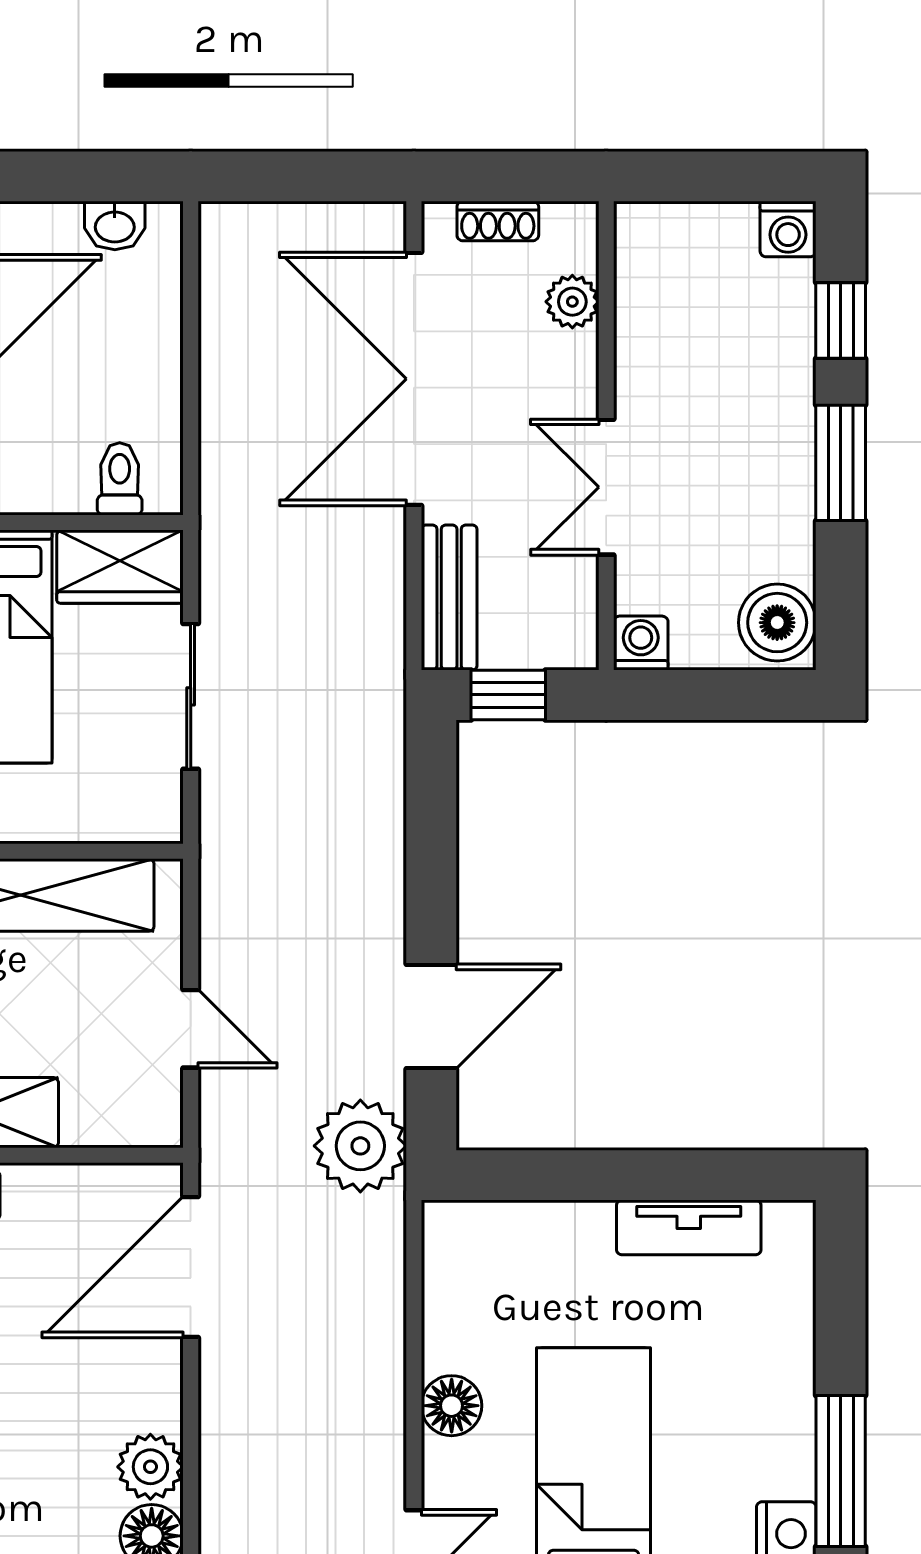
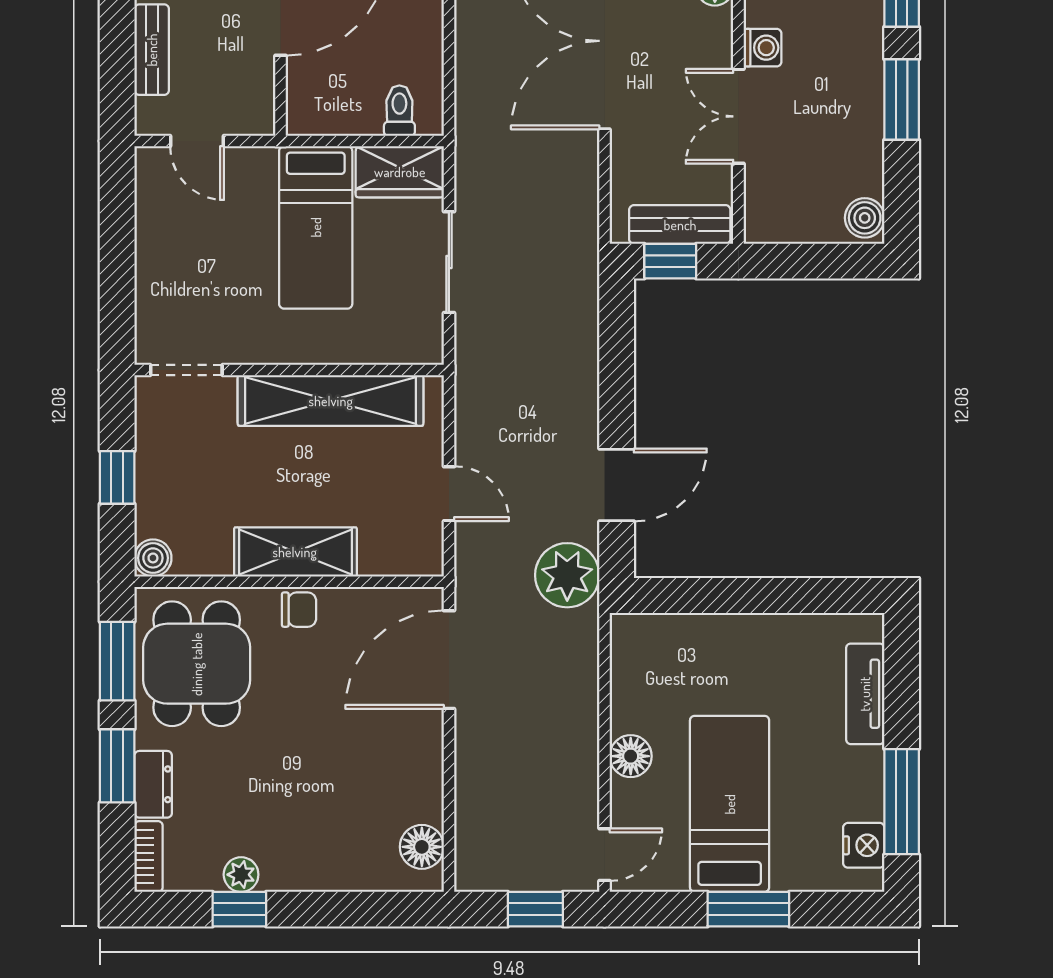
bench: (449, 597) -> (680, 225), moved, turned 90
boiler: (777, 623) -> (865, 218), width x0.73, depth x0.73
washing machine: (641, 643) -> (762, 48), moved, turned 90
tv unit: (689, 1227) -> (865, 694), moved, turned 90
plant: (150, 1467) -> (421, 799), removed

